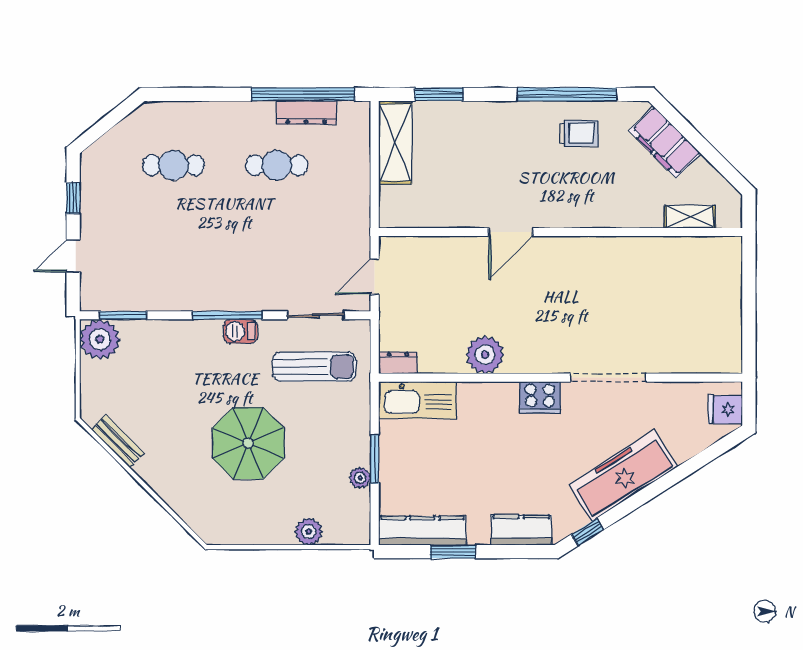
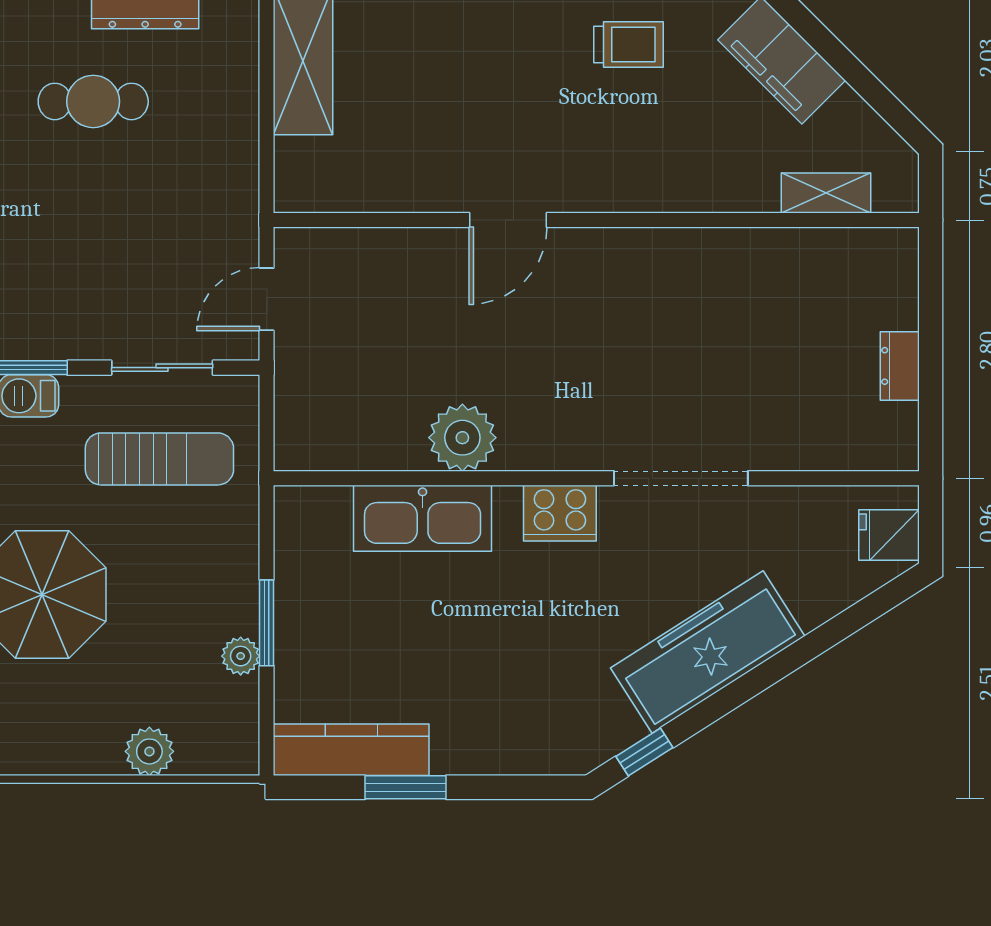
dresser: (398, 363) -> (900, 366), moved, turned -90
kitchen sink: (417, 400) -> (423, 518), moved
kitchen counter: (521, 530) -> (527, 749), removed

